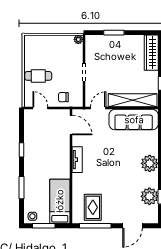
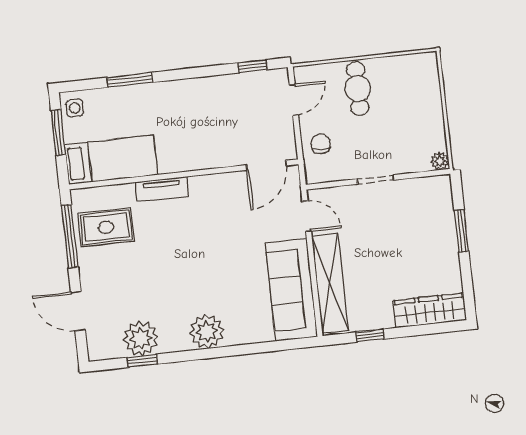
window: (22, 150) -> (252, 66), moved
tv unit: (77, 160) -> (162, 189), moved

